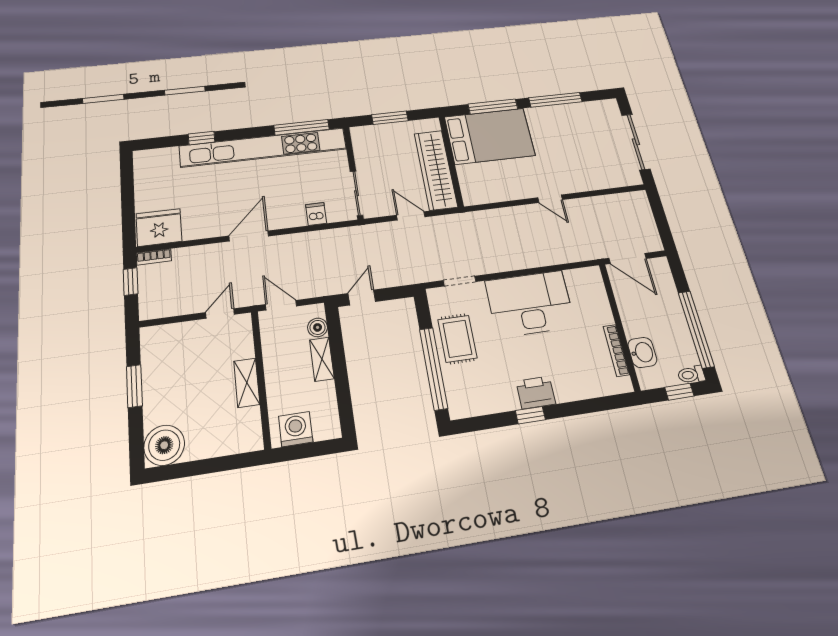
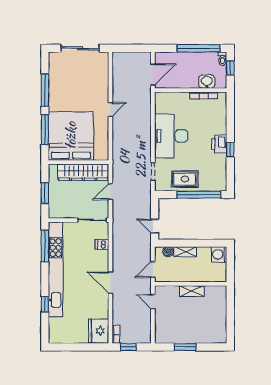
bed: (490, 136) -> (71, 136), width x1.36
washing machine: (296, 429) -> (219, 254), moved
boiler: (164, 445) -> (217, 334), removed

